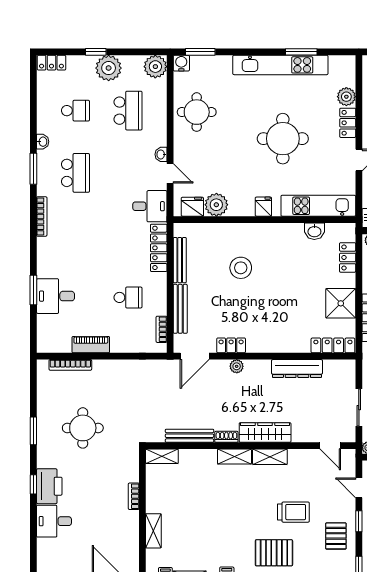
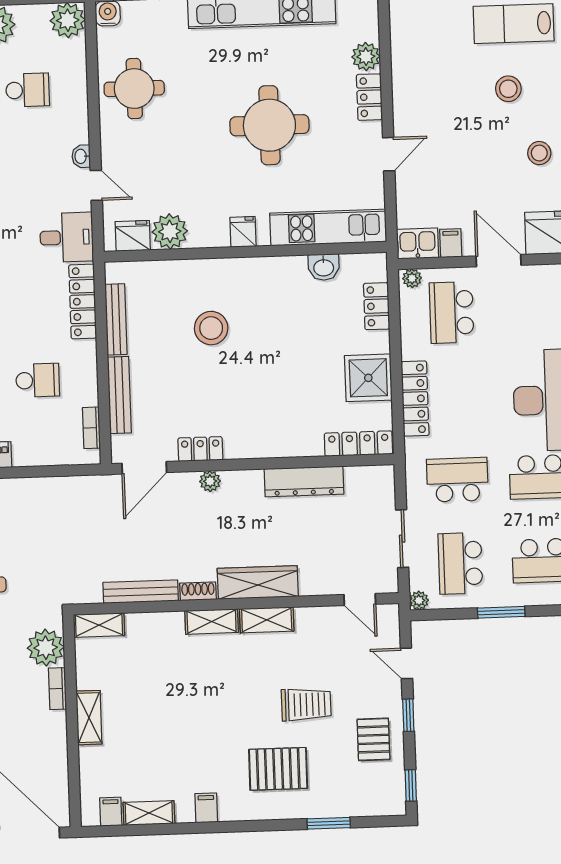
school desk: (128, 111) -> (28, 90), width x0.54
plant: (127, 470) -> (46, 648), added
shelving: (153, 531) -> (89, 718), moved

